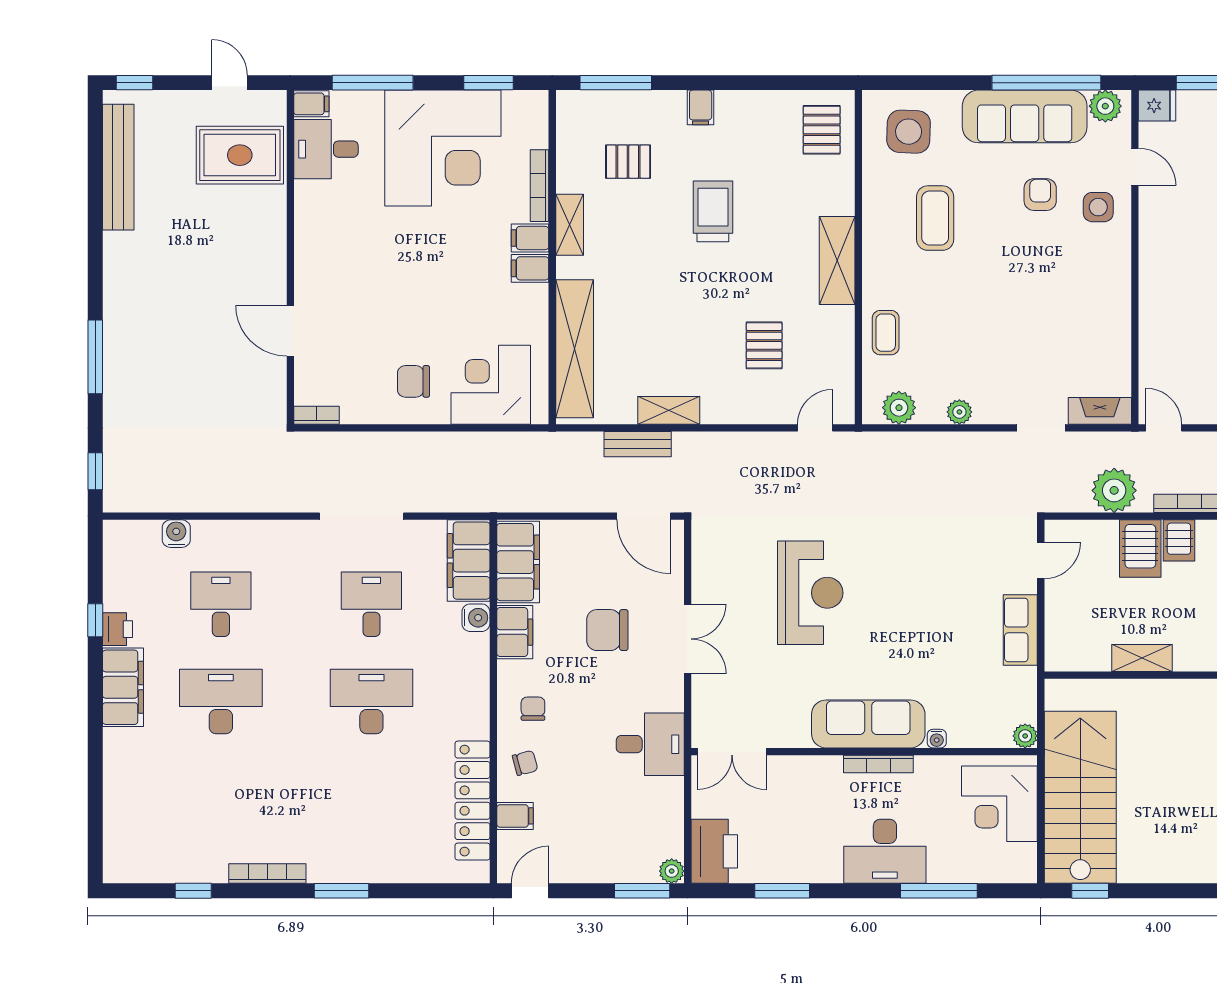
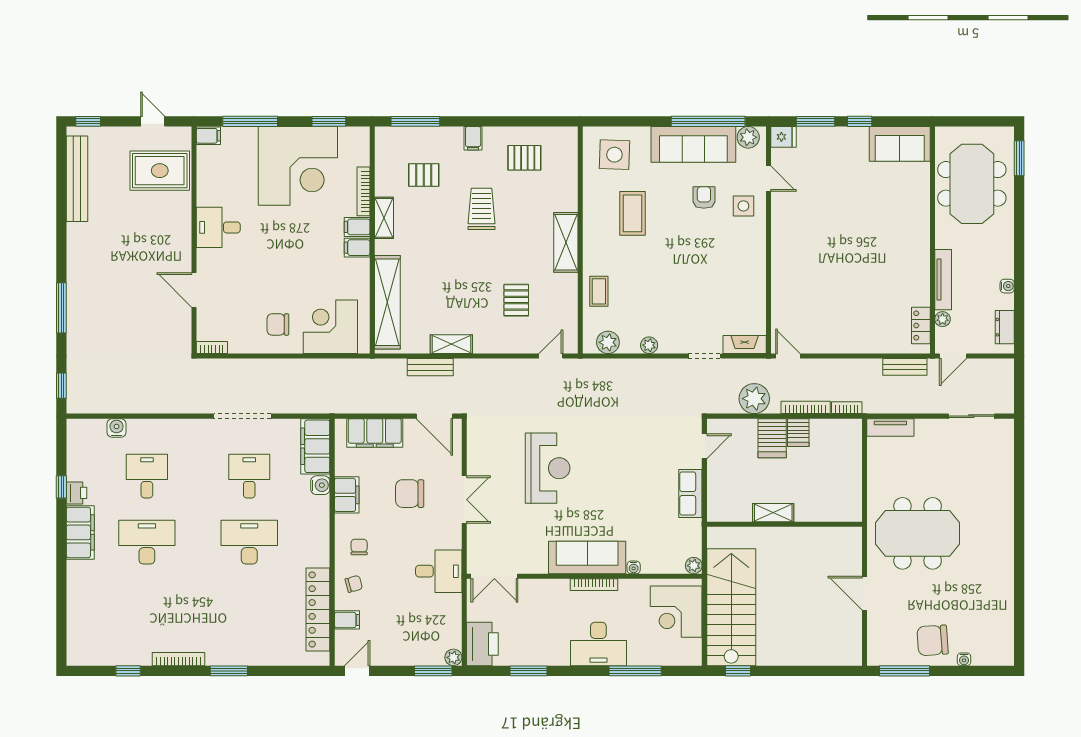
pallet: (822, 130) -> (524, 158), moved, turned 90
desk: (326, 149) -> (218, 227), moved
filing cabinet: (518, 562) -> (375, 433), moved, turned 90

